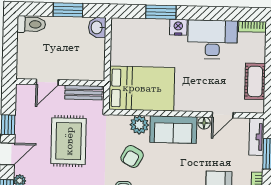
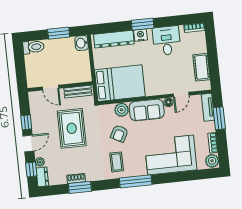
window: (161, 12) -> (143, 24), moved
dresser: (141, 28) -> (114, 39), added
desk: (212, 39) -> (167, 41), width x0.73
door: (47, 82) -> (51, 88), hinge flipped

